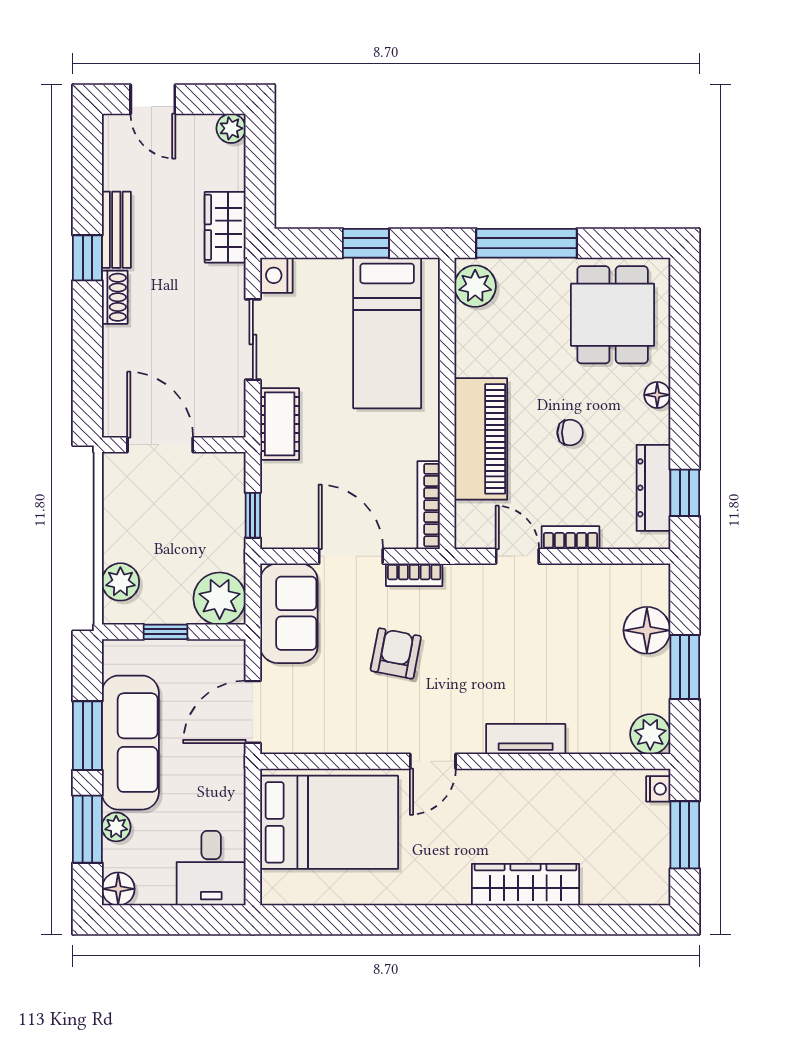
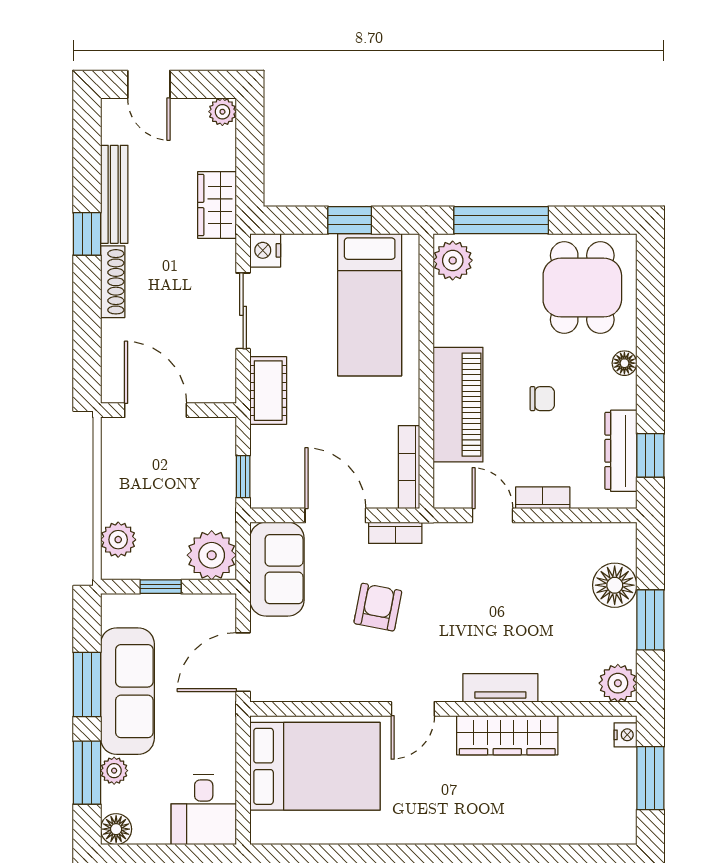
bench: (116, 230) -> (114, 194), width x1.36
shoe rack: (115, 297) -> (113, 282), width x1.43
wardrobe: (526, 885) -> (507, 735), moved, turned 180

